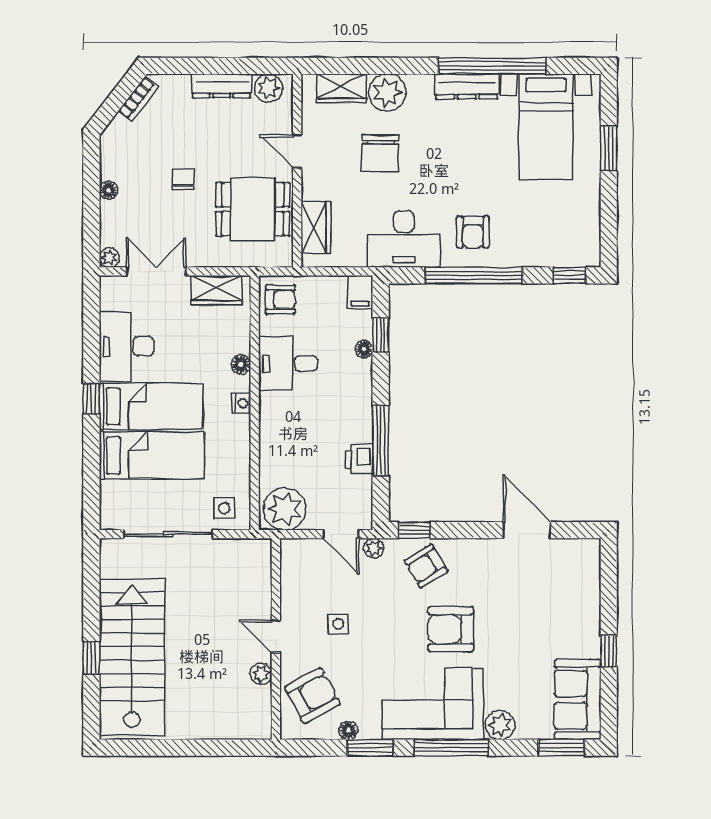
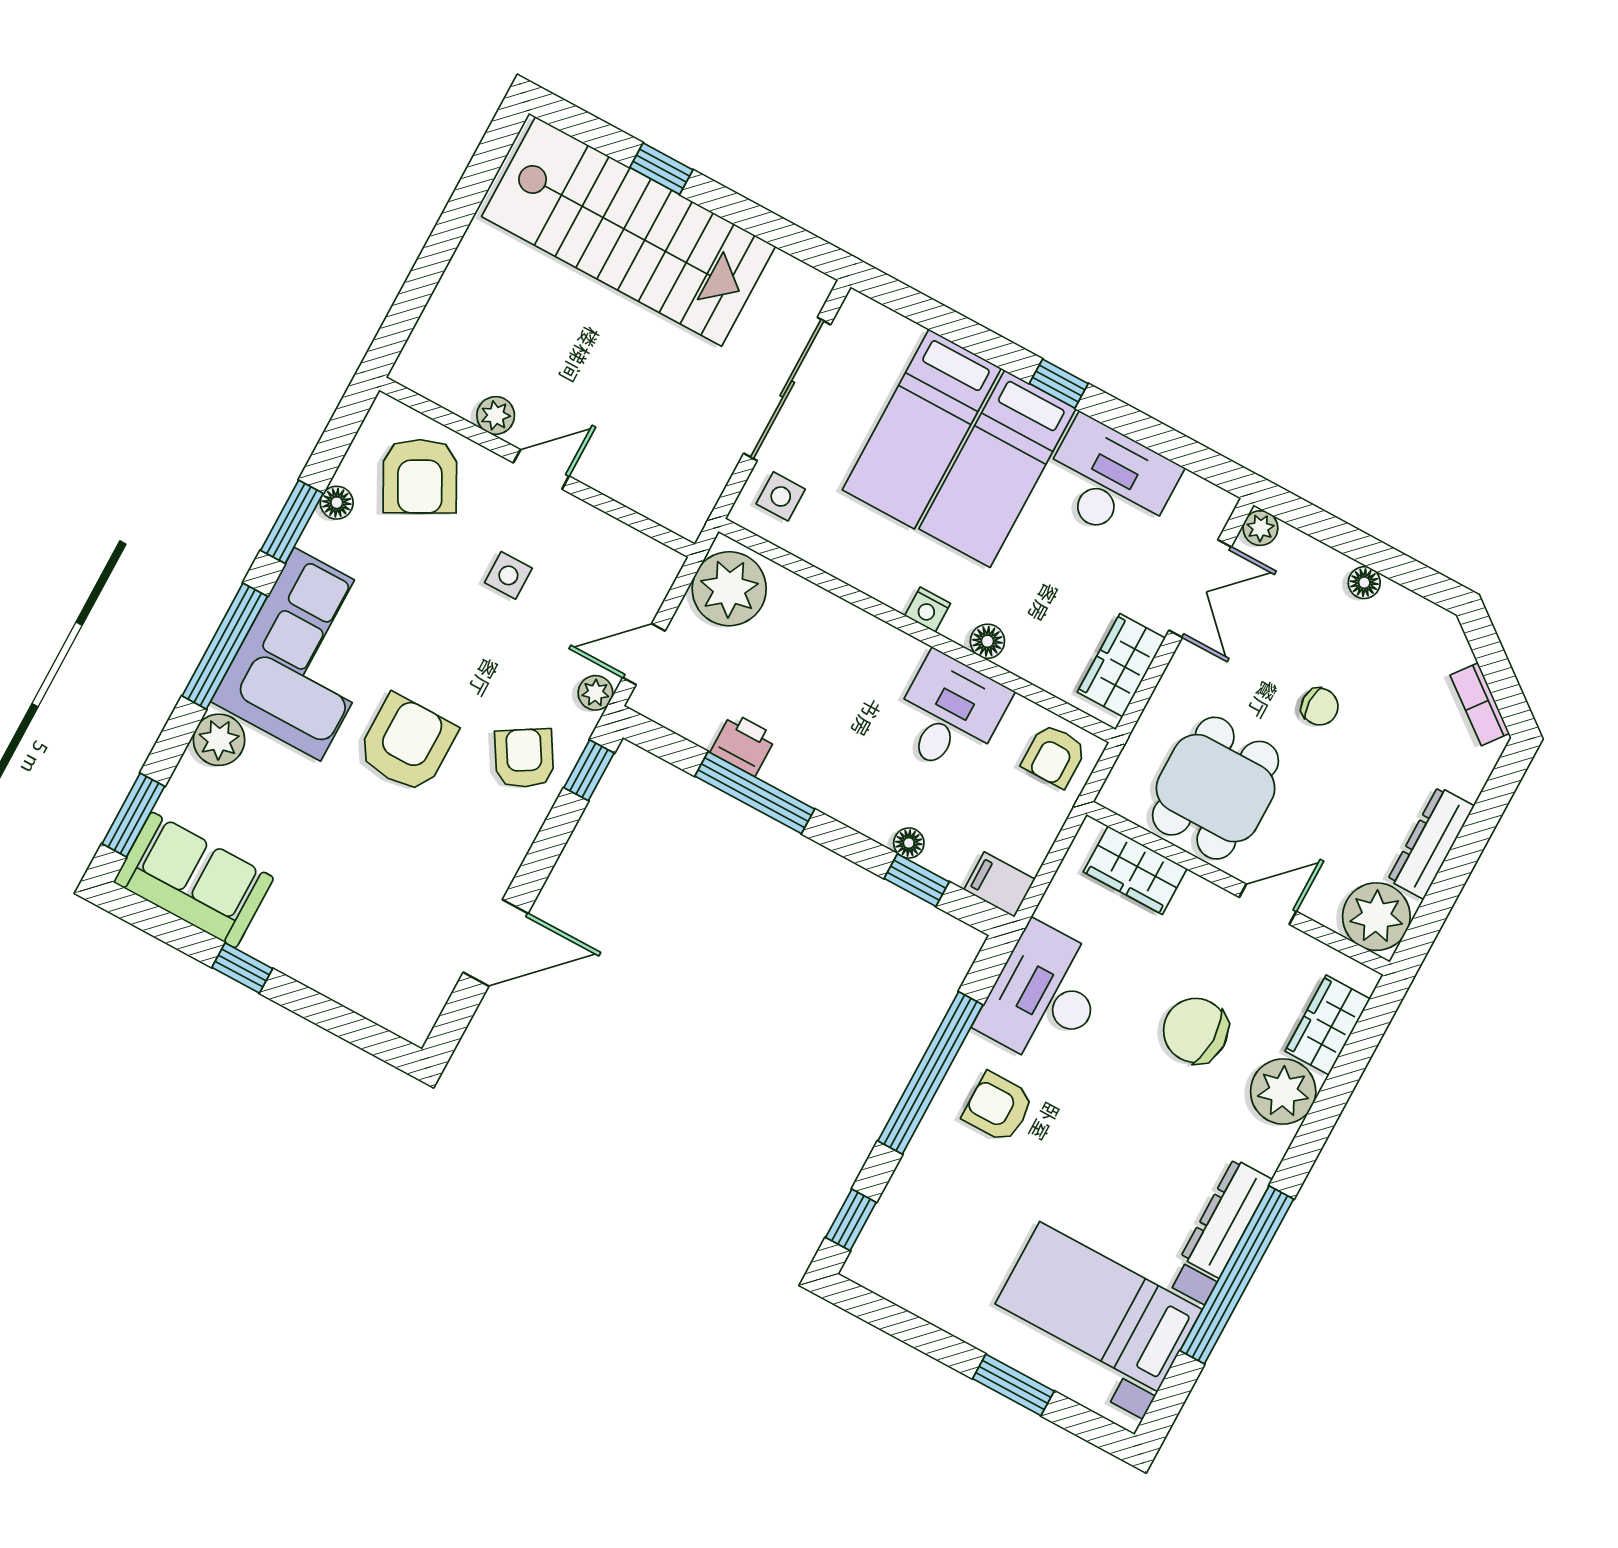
plant: (268, 88) -> (1376, 917), width x1.36, depth x1.36

